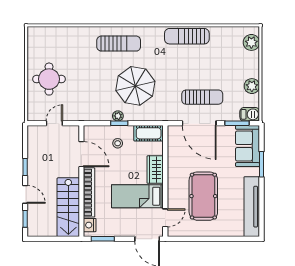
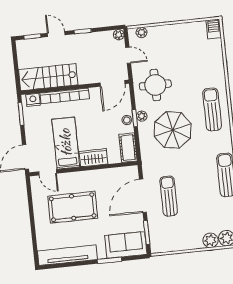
sun lounger: (119, 44) -> (212, 109), turned 180
round table: (49, 79) -> (155, 85), moved
plant: (252, 86) -> (210, 240), moved
sun lounger: (202, 97) -> (169, 196), turned 180
plant: (33, 107) -> (142, 32), added
barbecue: (250, 114) -> (214, 29), moved, turned 180
plant: (32, 131) -> (119, 35), added
stool: (118, 143) -> (127, 120), moved
door: (81, 154) -> (112, 83), moved
door: (25, 194) -> (56, 34), swing flipped

